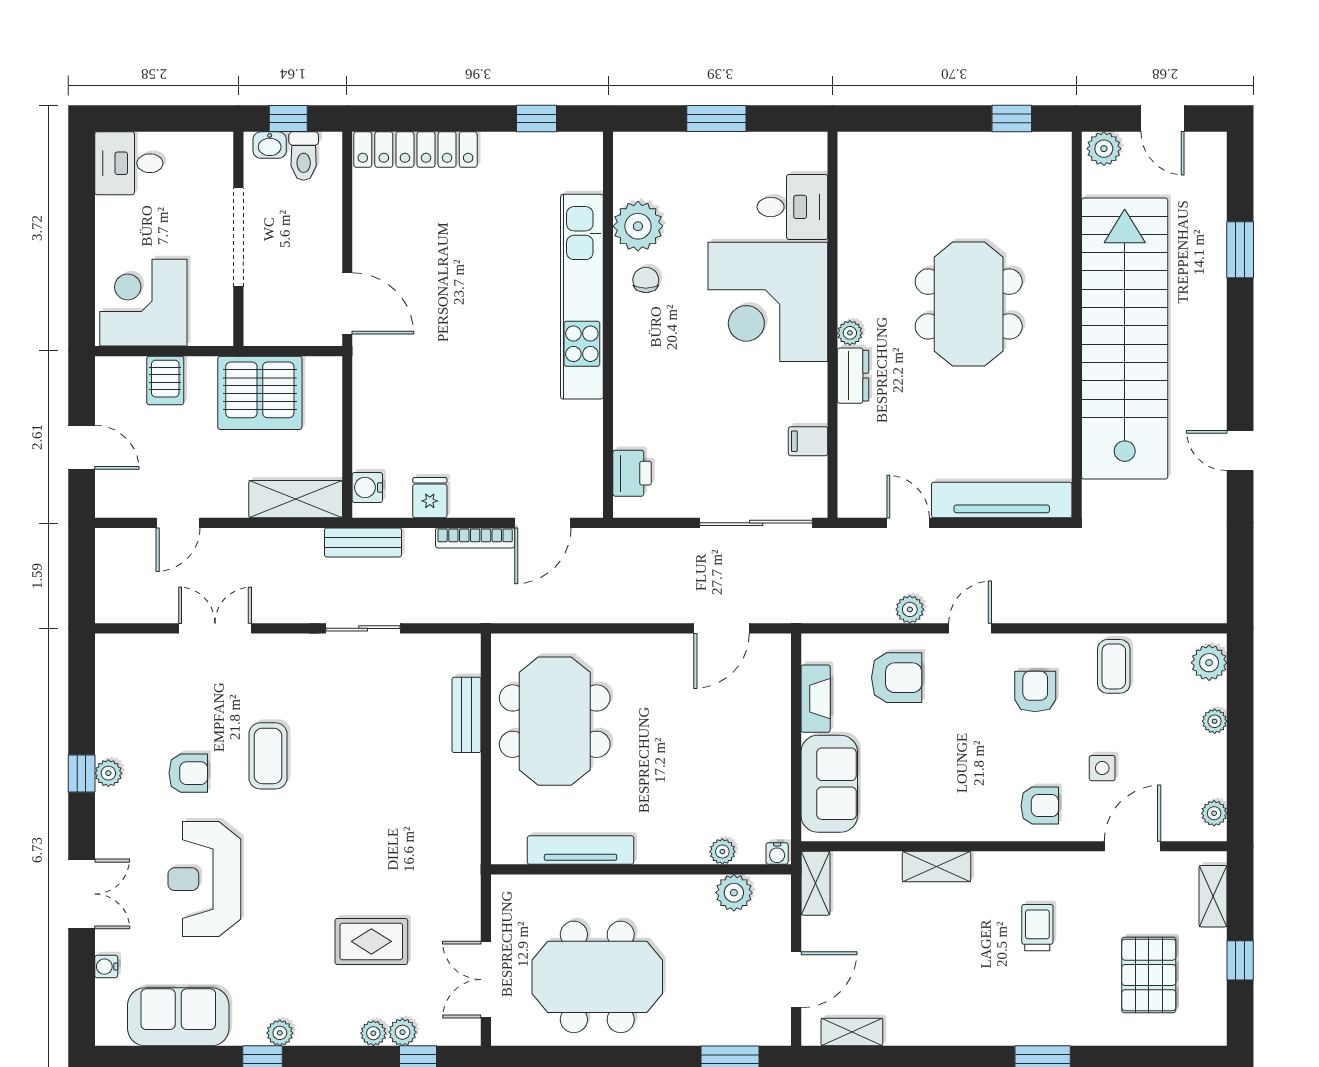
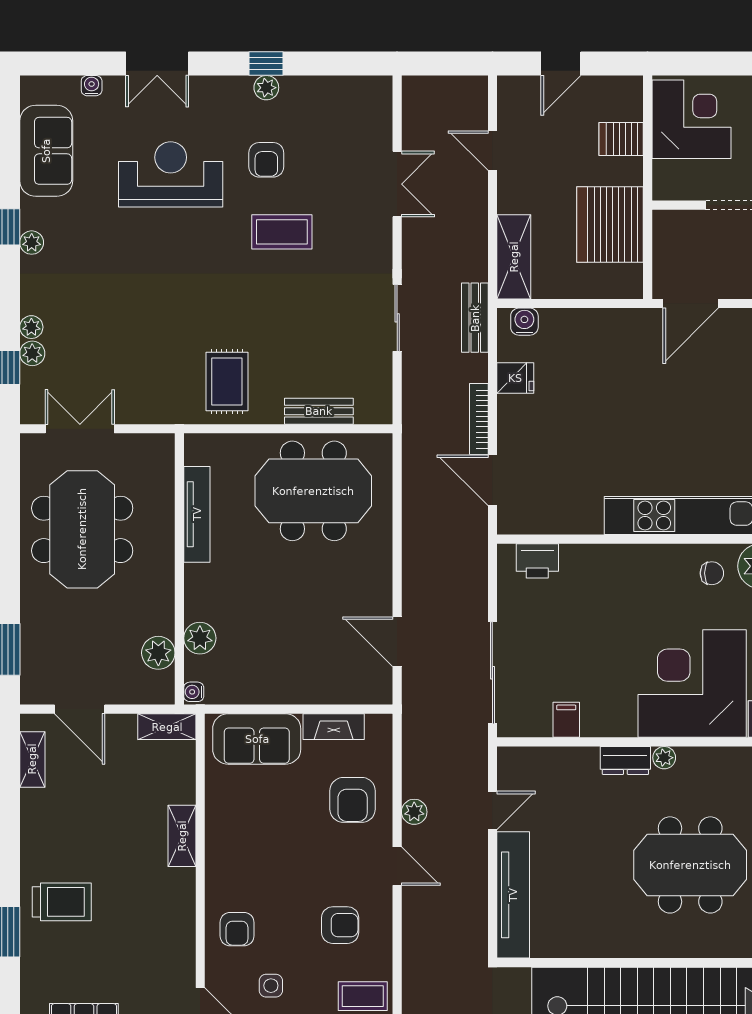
plant: (722, 852) -> (200, 638), width x1.38, depth x1.38
trolley: (1037, 928) -> (62, 902), moved, width x1.36, depth x1.39
rug: (371, 941) -> (227, 382), moved

